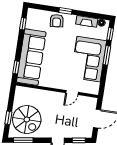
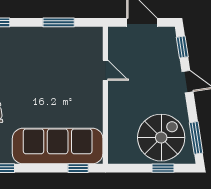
window: (107, 55) -> (59, 22), moved
corner sofa: (89, 59) -> (46, 51), removed

